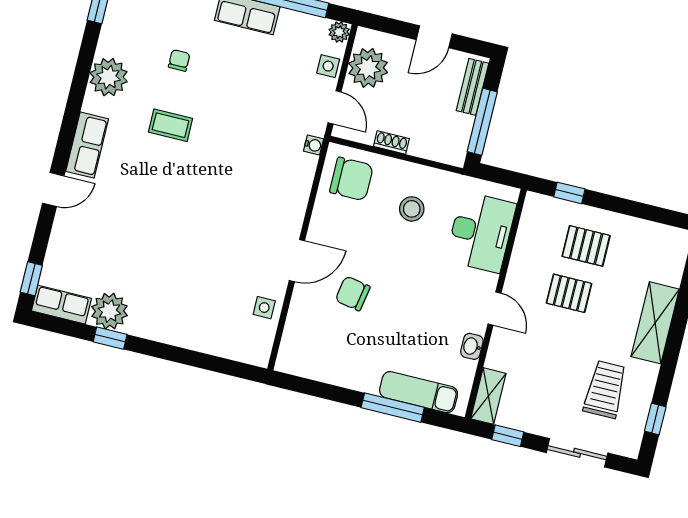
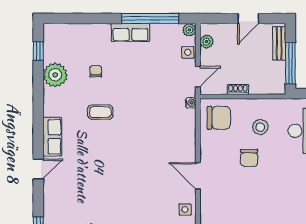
plant: (368, 68) -> (207, 42), width x0.53, depth x0.53
plant: (109, 77) -> (55, 75), moved
door: (335, 107) -> (198, 77), hinge flipped
door: (297, 261) -> (198, 176), swing flipped
chair: (353, 293) -> (249, 158), moved, turned -100

